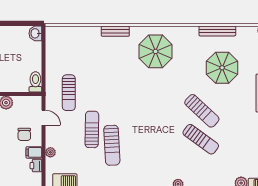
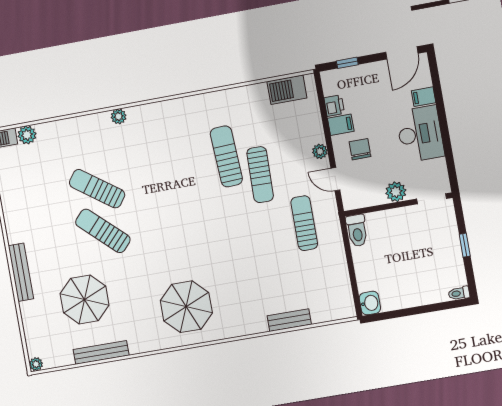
bench: (115, 31) -> (289, 320), moved
plant: (50, 152) -> (320, 151), moved

